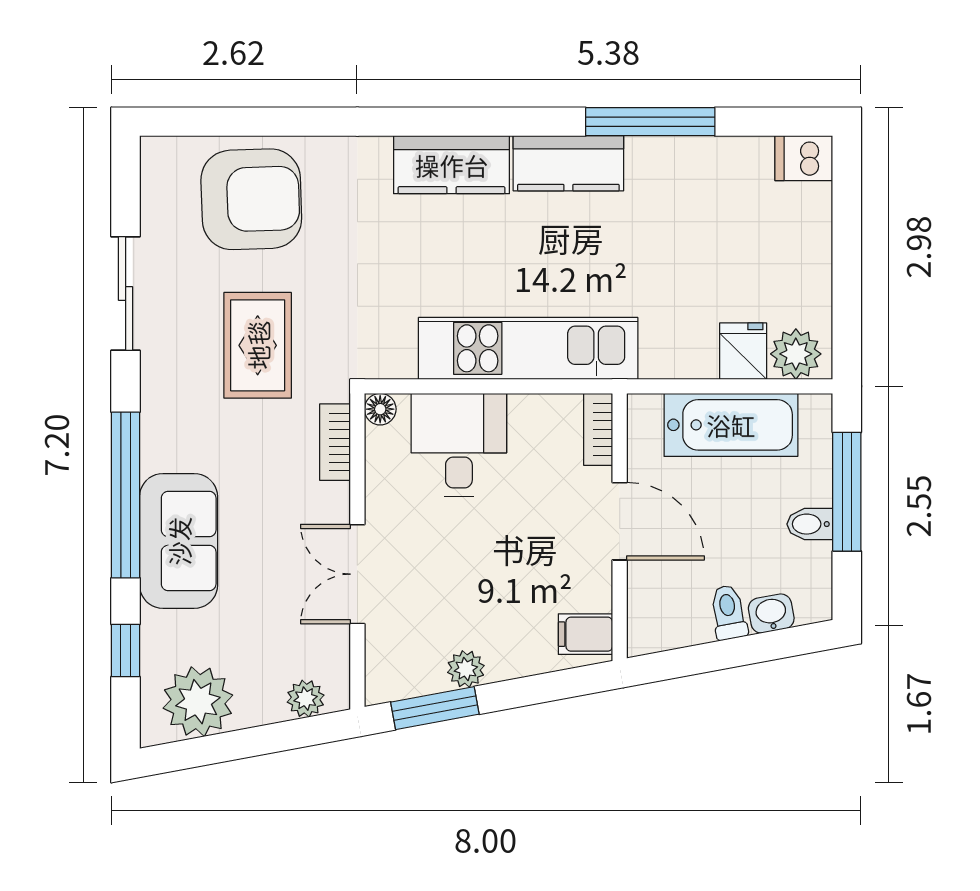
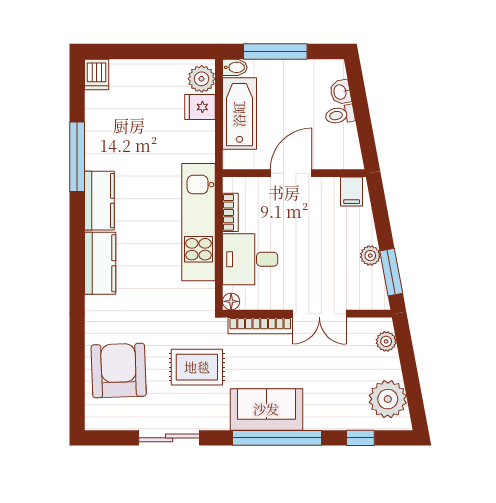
bookcase: (598, 429) -> (230, 212), moved, turned -90
bookcase: (335, 442) -> (260, 326), width x1.56
bidet: (810, 524) -> (235, 67), moved, turned -90
sofa: (179, 541) -> (266, 409), moved

